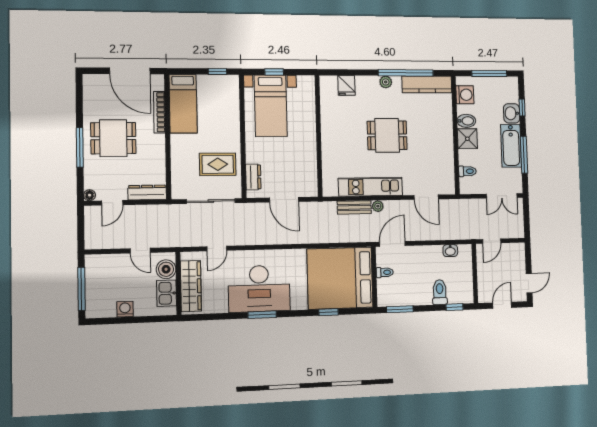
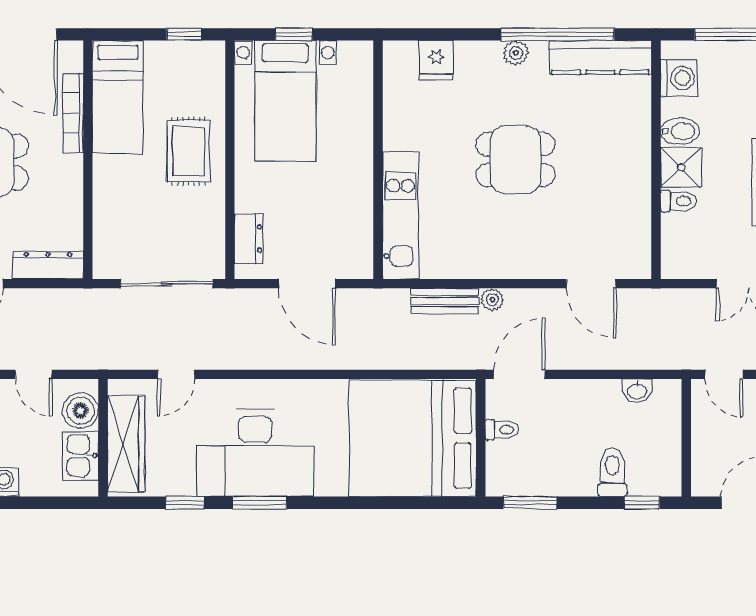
rug: (218, 164) -> (189, 151), moved, turned 90
toilet: (467, 171) -> (679, 201), moved
kitchen unit: (370, 187) -> (401, 215), moved, turned 90
door: (492, 241) -> (724, 374), hinge flipped
window: (329, 312) -> (185, 503), moved

